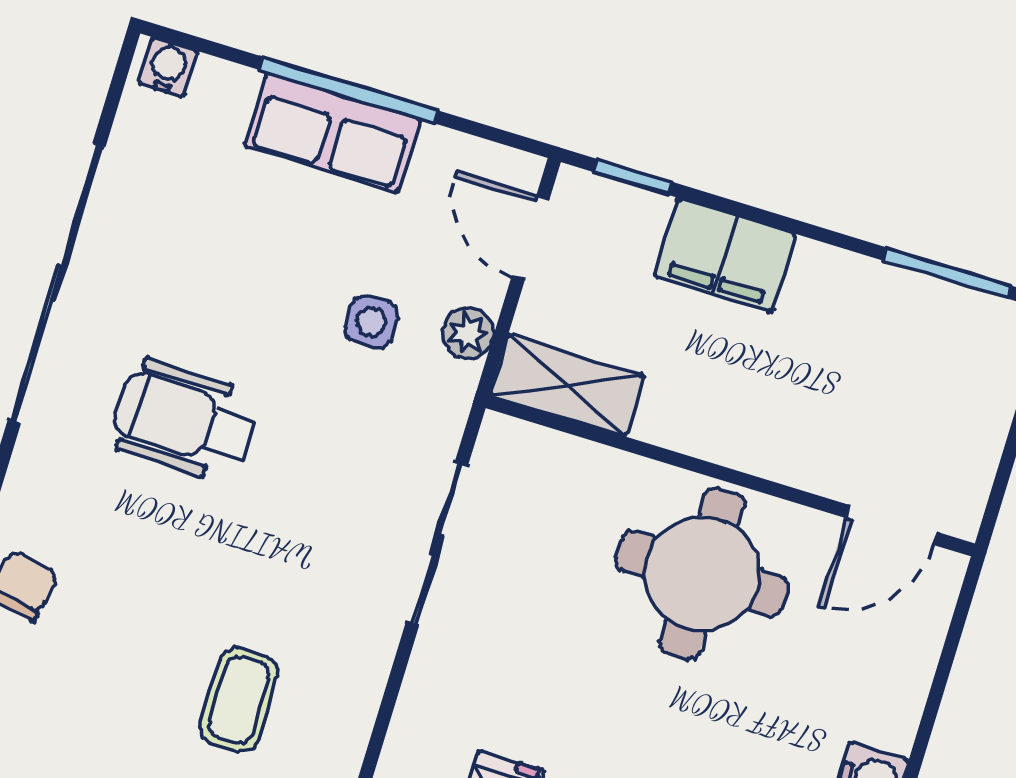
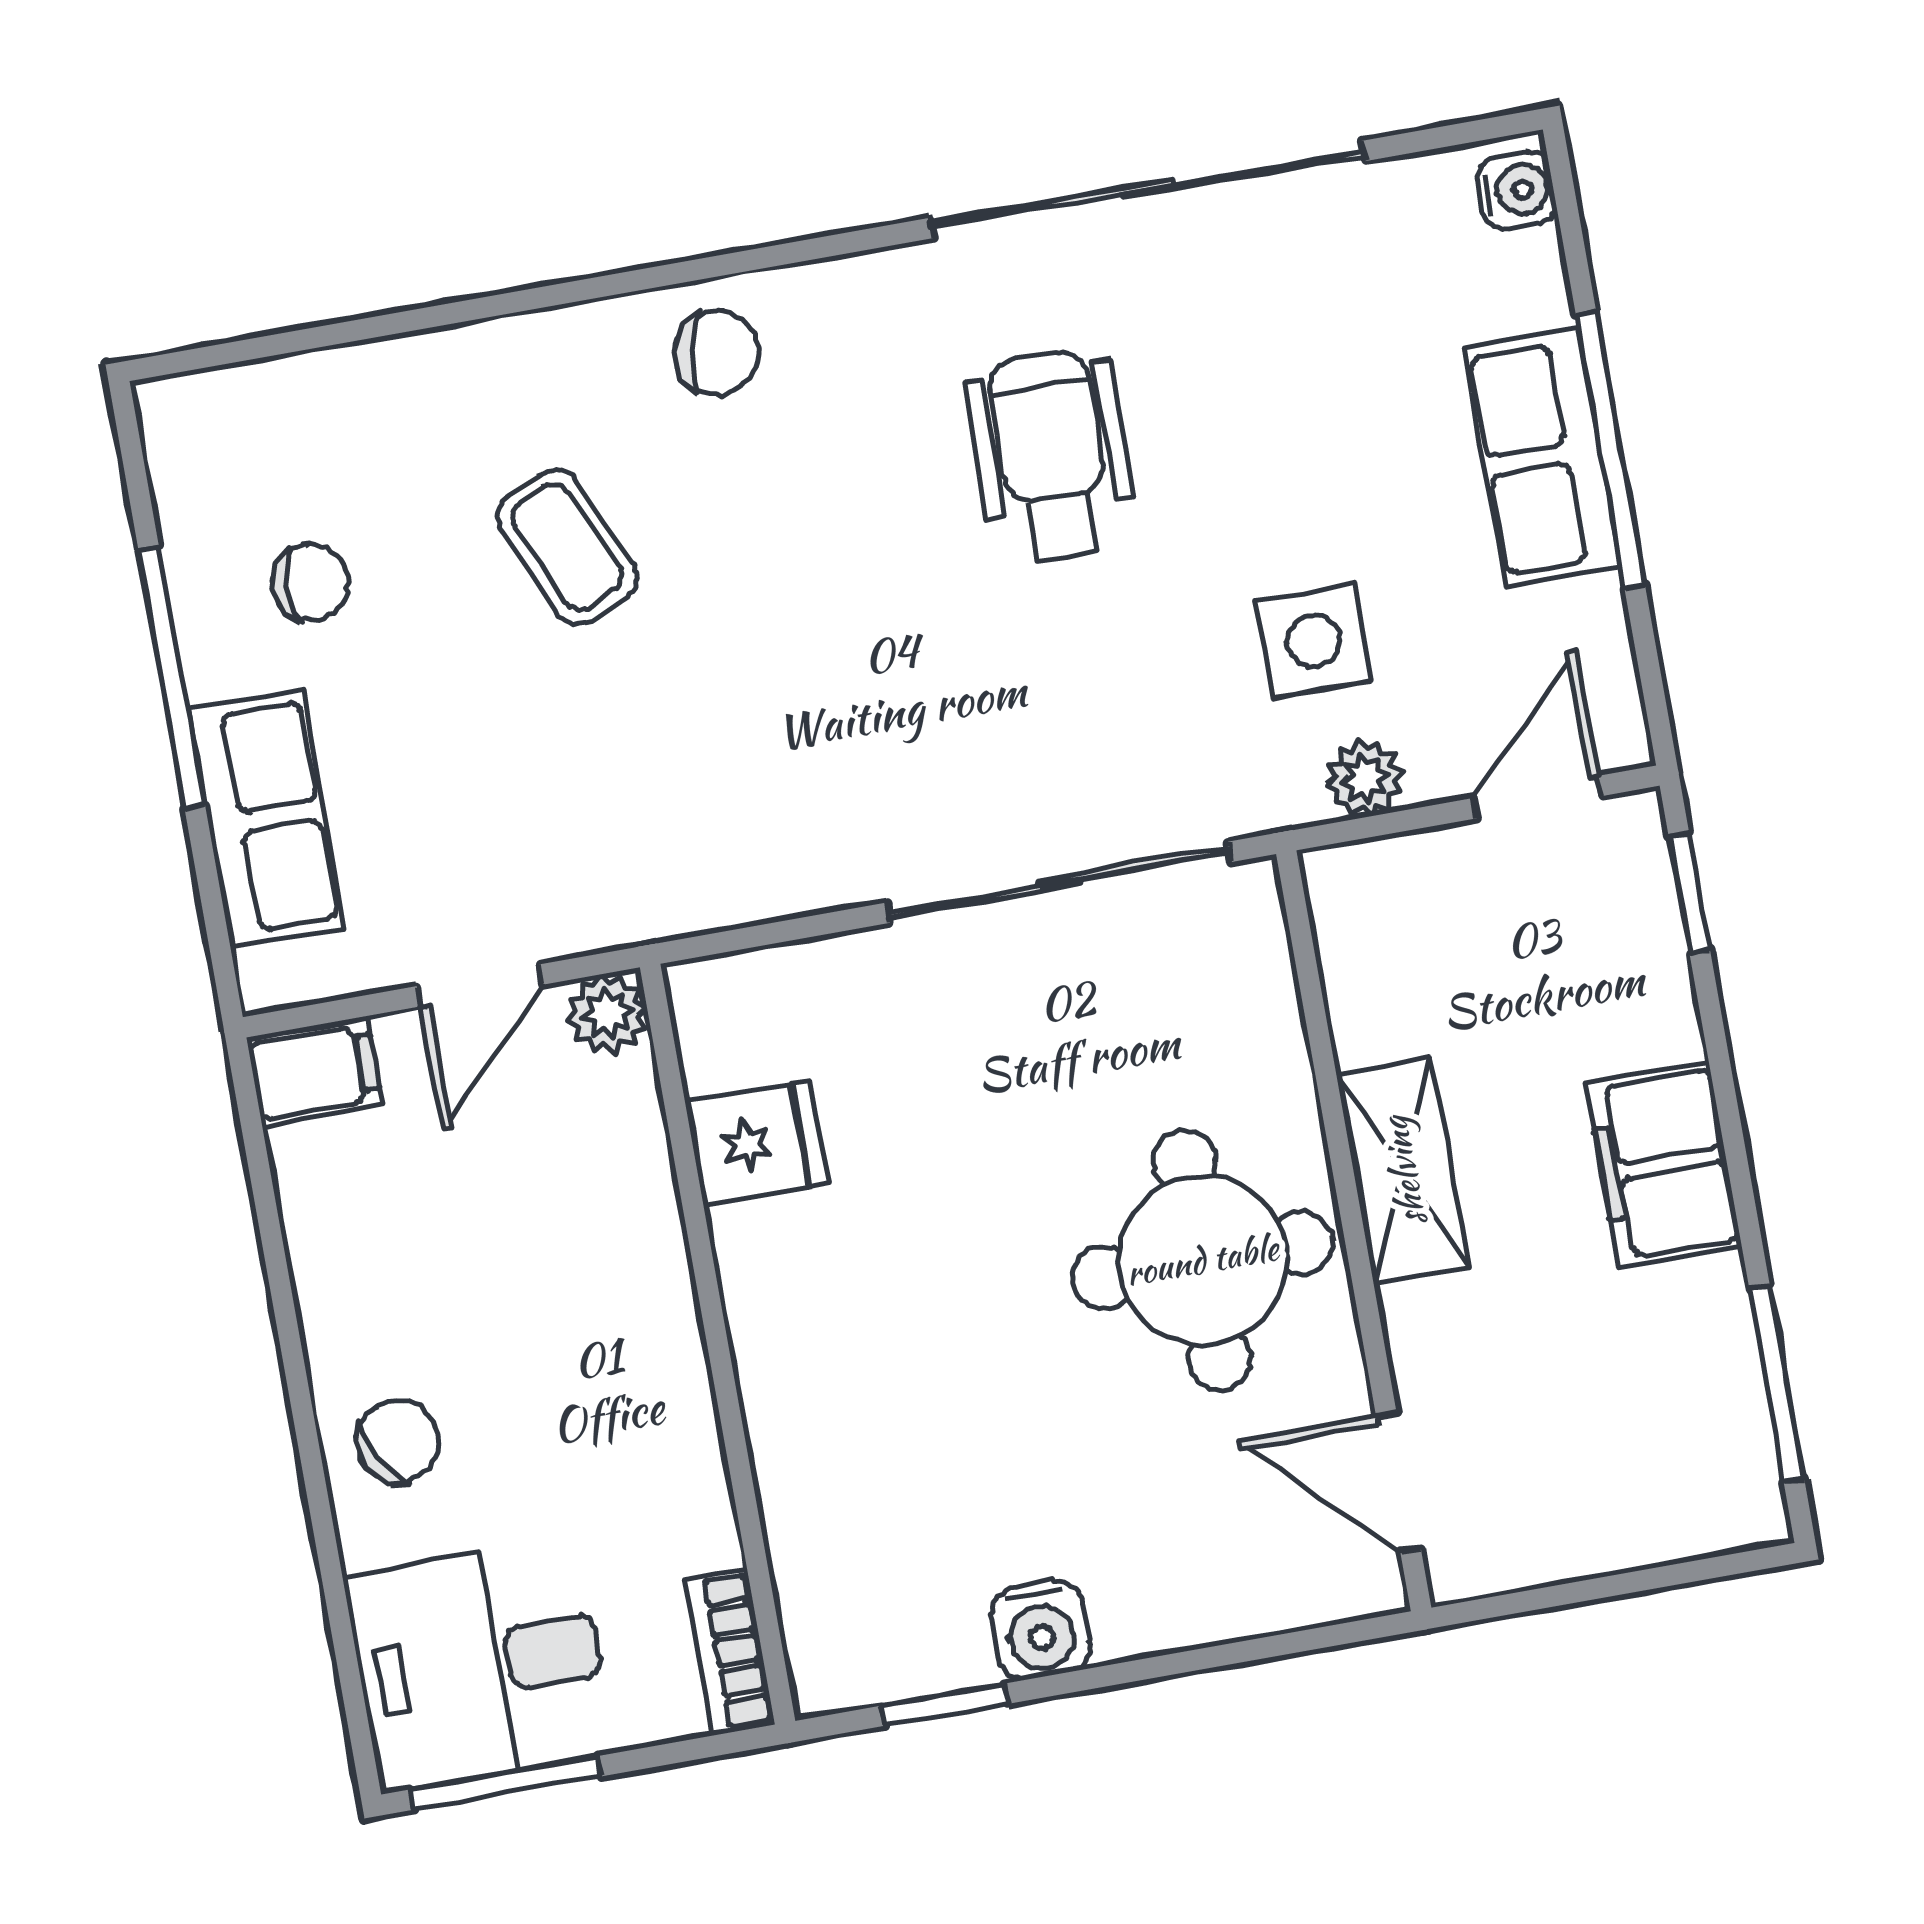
filing cabinet: (725, 255) -> (1664, 1164), moved
side table: (372, 322) -> (1313, 641), width x1.37, depth x1.37
shelving: (567, 385) -> (1403, 1171), moved
sliding door: (437, 544) -> (1059, 882), width x1.37
coffee table: (239, 700) -> (567, 547), moved, turned 66

